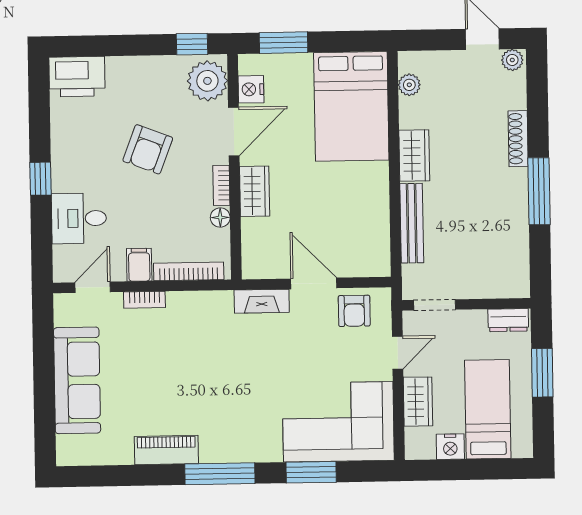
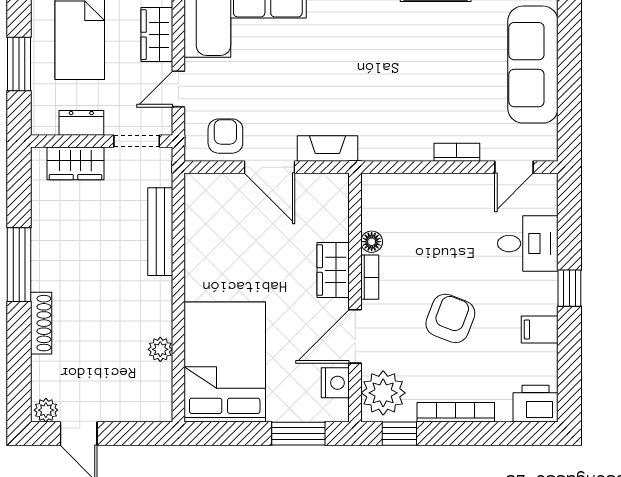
printer: (77, 77) -> (536, 404), width x0.73, depth x0.84
plant: (409, 85) -> (160, 349), moved
wardrobe: (414, 156) -> (76, 163), moved, turned -90
filing cabinet: (139, 265) -> (540, 330), moved, turned 90
bookcase: (189, 271) -> (456, 412), moved, turned 180
dresser: (508, 320) -> (81, 123), moved

